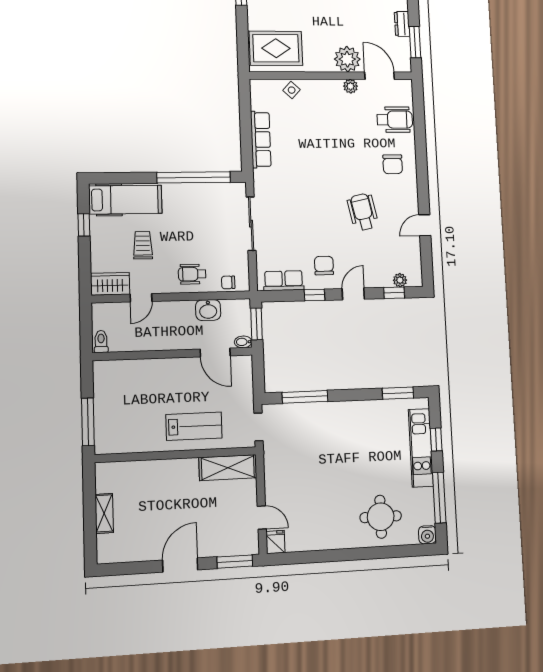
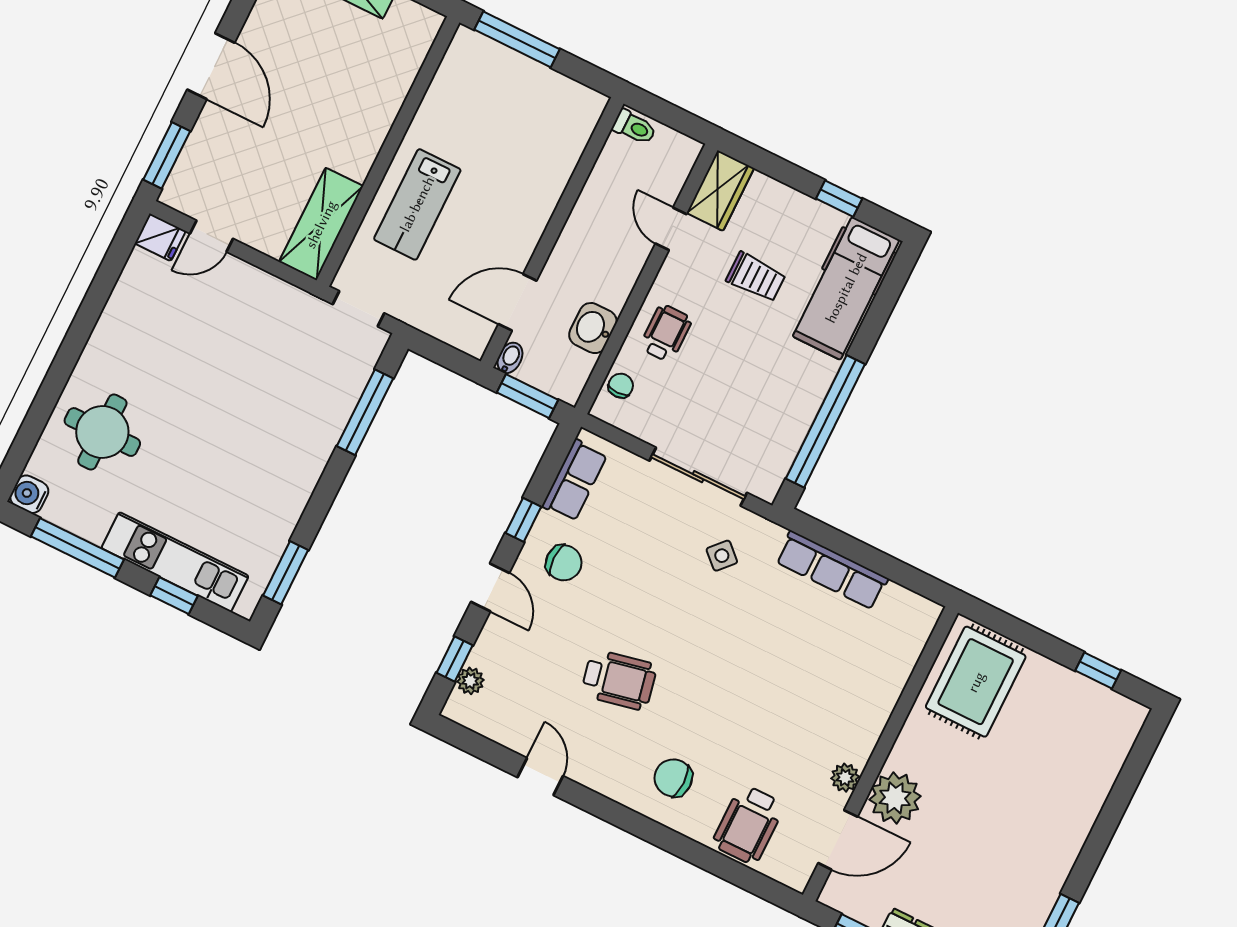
side table: (292, 90) -> (722, 556), moved

